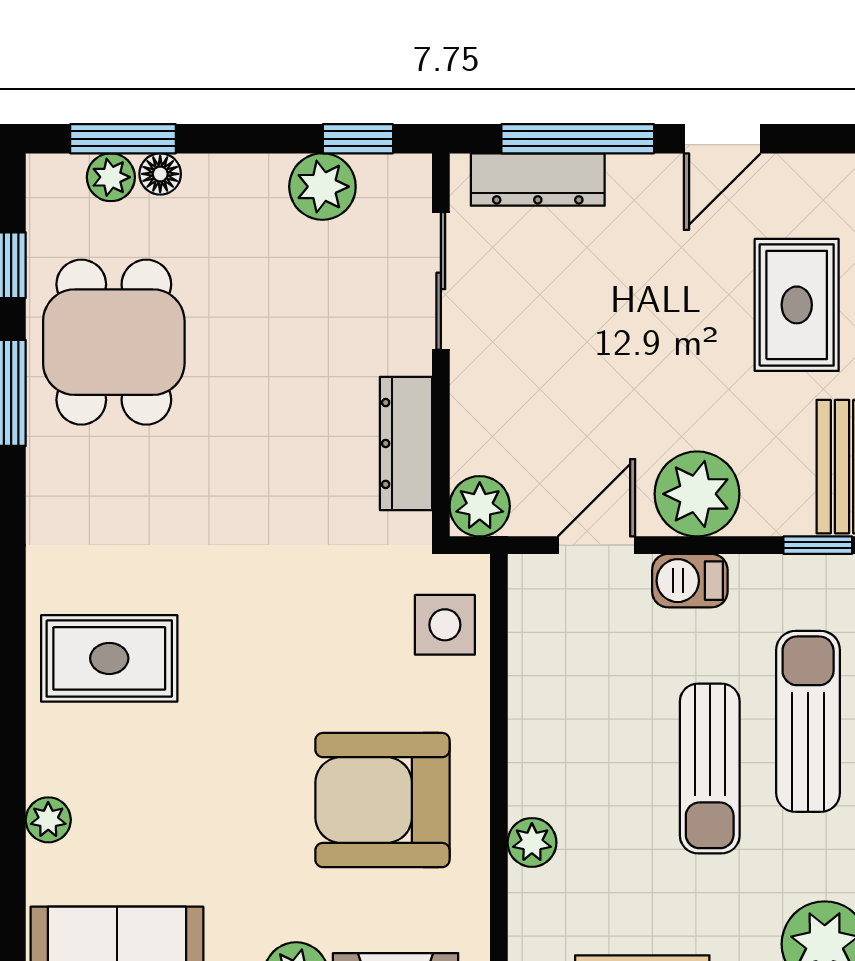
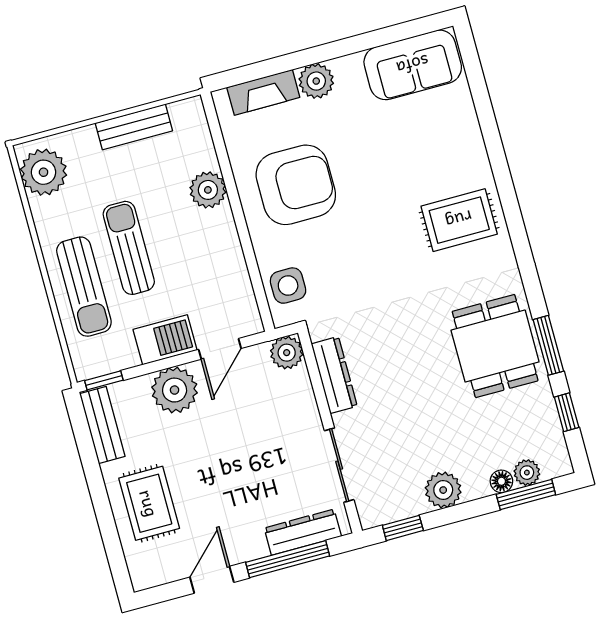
plant: (322, 187) -> (443, 490), moved
dining table: (114, 342) -> (495, 346), moved
barbecue: (690, 581) -> (165, 340), width x1.38, depth x1.27
plant: (48, 820) -> (468, 127), removed
plant: (532, 842) -> (208, 190), width x1.38, depth x1.38

